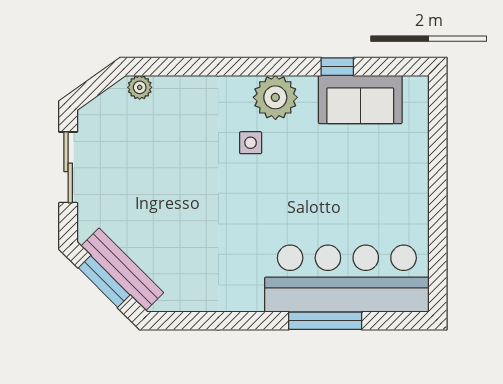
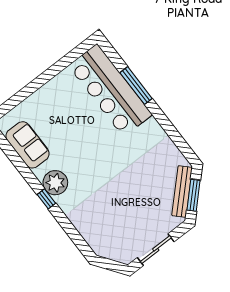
window: (337, 67) -> (46, 199), moved
plant: (140, 87) -> (97, 245), removed
side table: (251, 143) -> (83, 178), removed

